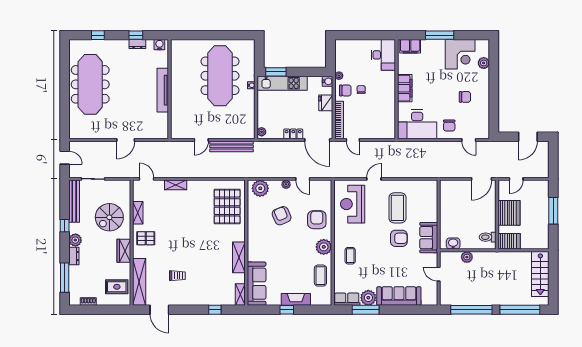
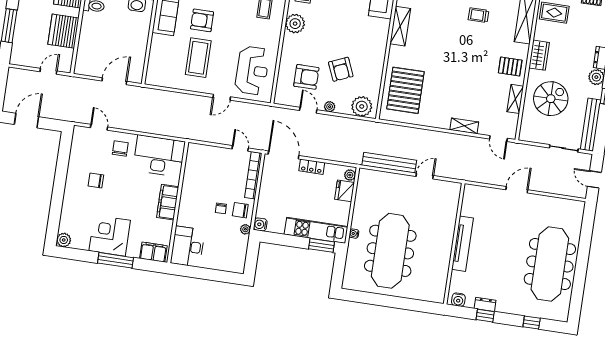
corner desk: (460, 54) -> (110, 236), moved
plant: (484, 63) -> (64, 240), moved
fridge: (326, 103) -> (344, 191), moved, turned 180
door: (482, 179) -> (114, 81), moved
armchair: (317, 220) -> (306, 77), moved, turned -90

